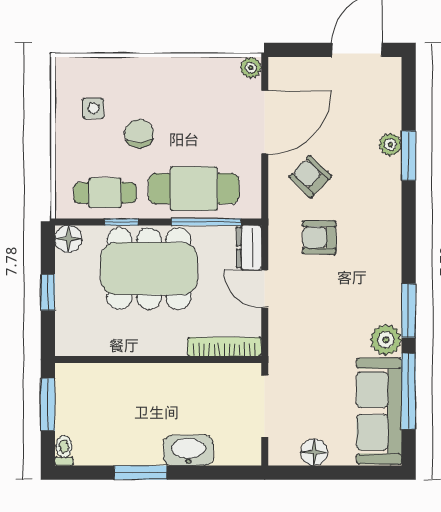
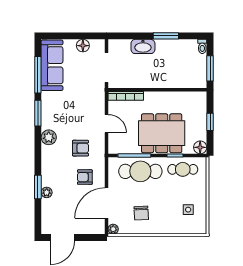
chair: (139, 133) -> (141, 213), moved
armchair: (310, 177) -> (85, 177), turned 136
dresser: (249, 247) -> (114, 143), removed
plant: (386, 340) -> (49, 137), moved

